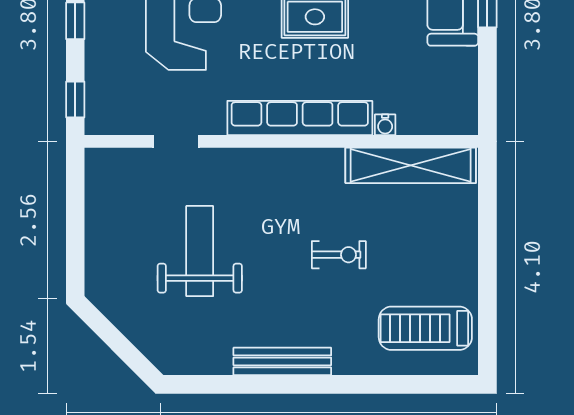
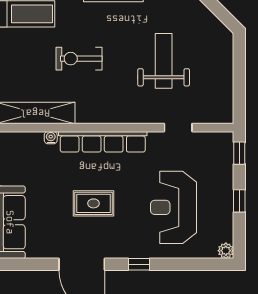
weight bench: (200, 251) -> (164, 61), turned 180
exercise bike: (339, 255) -> (79, 59), width x1.38, depth x1.39

